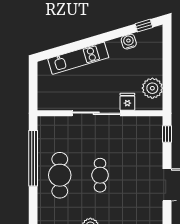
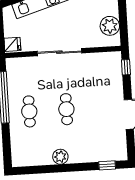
fridge: (127, 102) -> (12, 44), moved, turned 90
cafe table: (60, 175) -> (29, 111), width x0.73, depth x0.74

